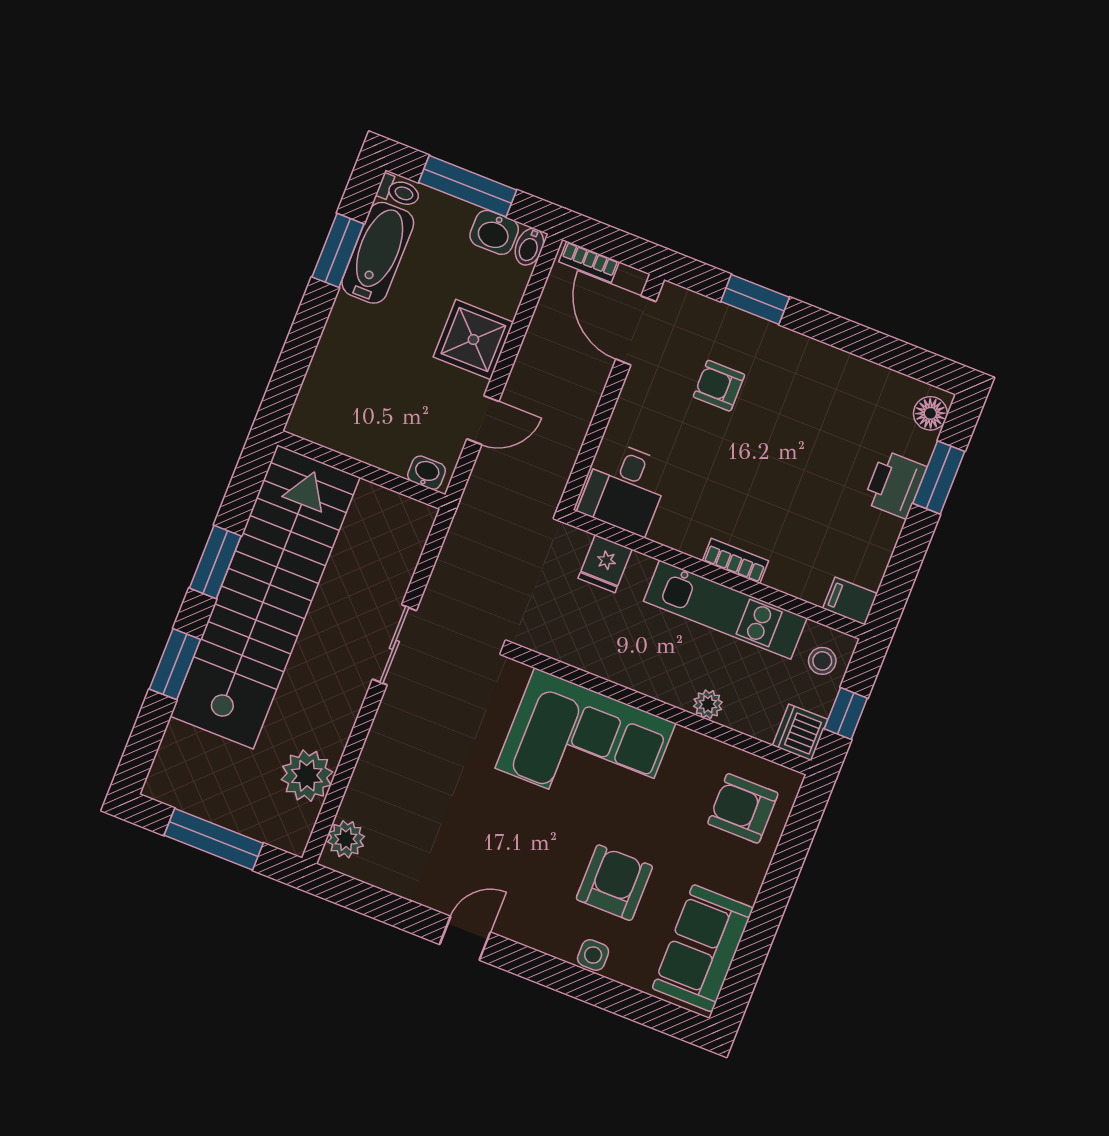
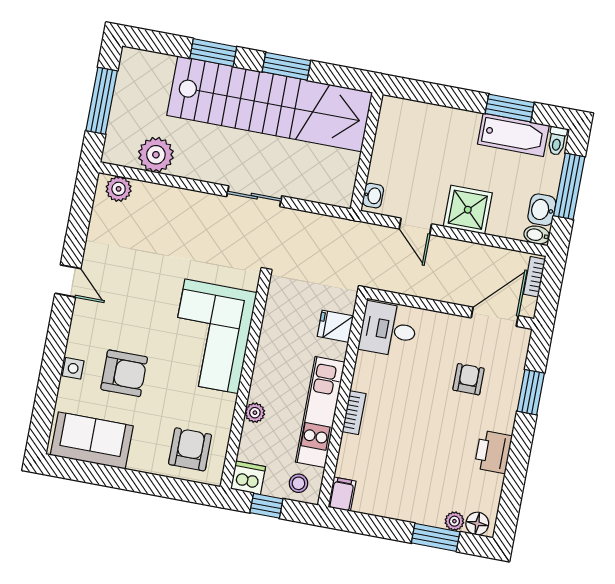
plant: (921, 446) -> (454, 521), added
printer: (895, 485) -> (493, 452), moved, turned -90

